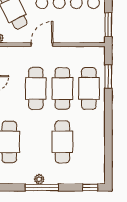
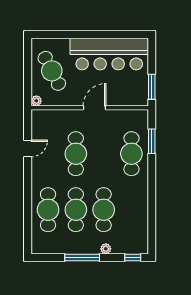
door: (42, 45) -> (95, 108), moved
cafe table: (62, 88) -> (76, 210), moved
plant: (39, 179) -> (106, 249), moved

